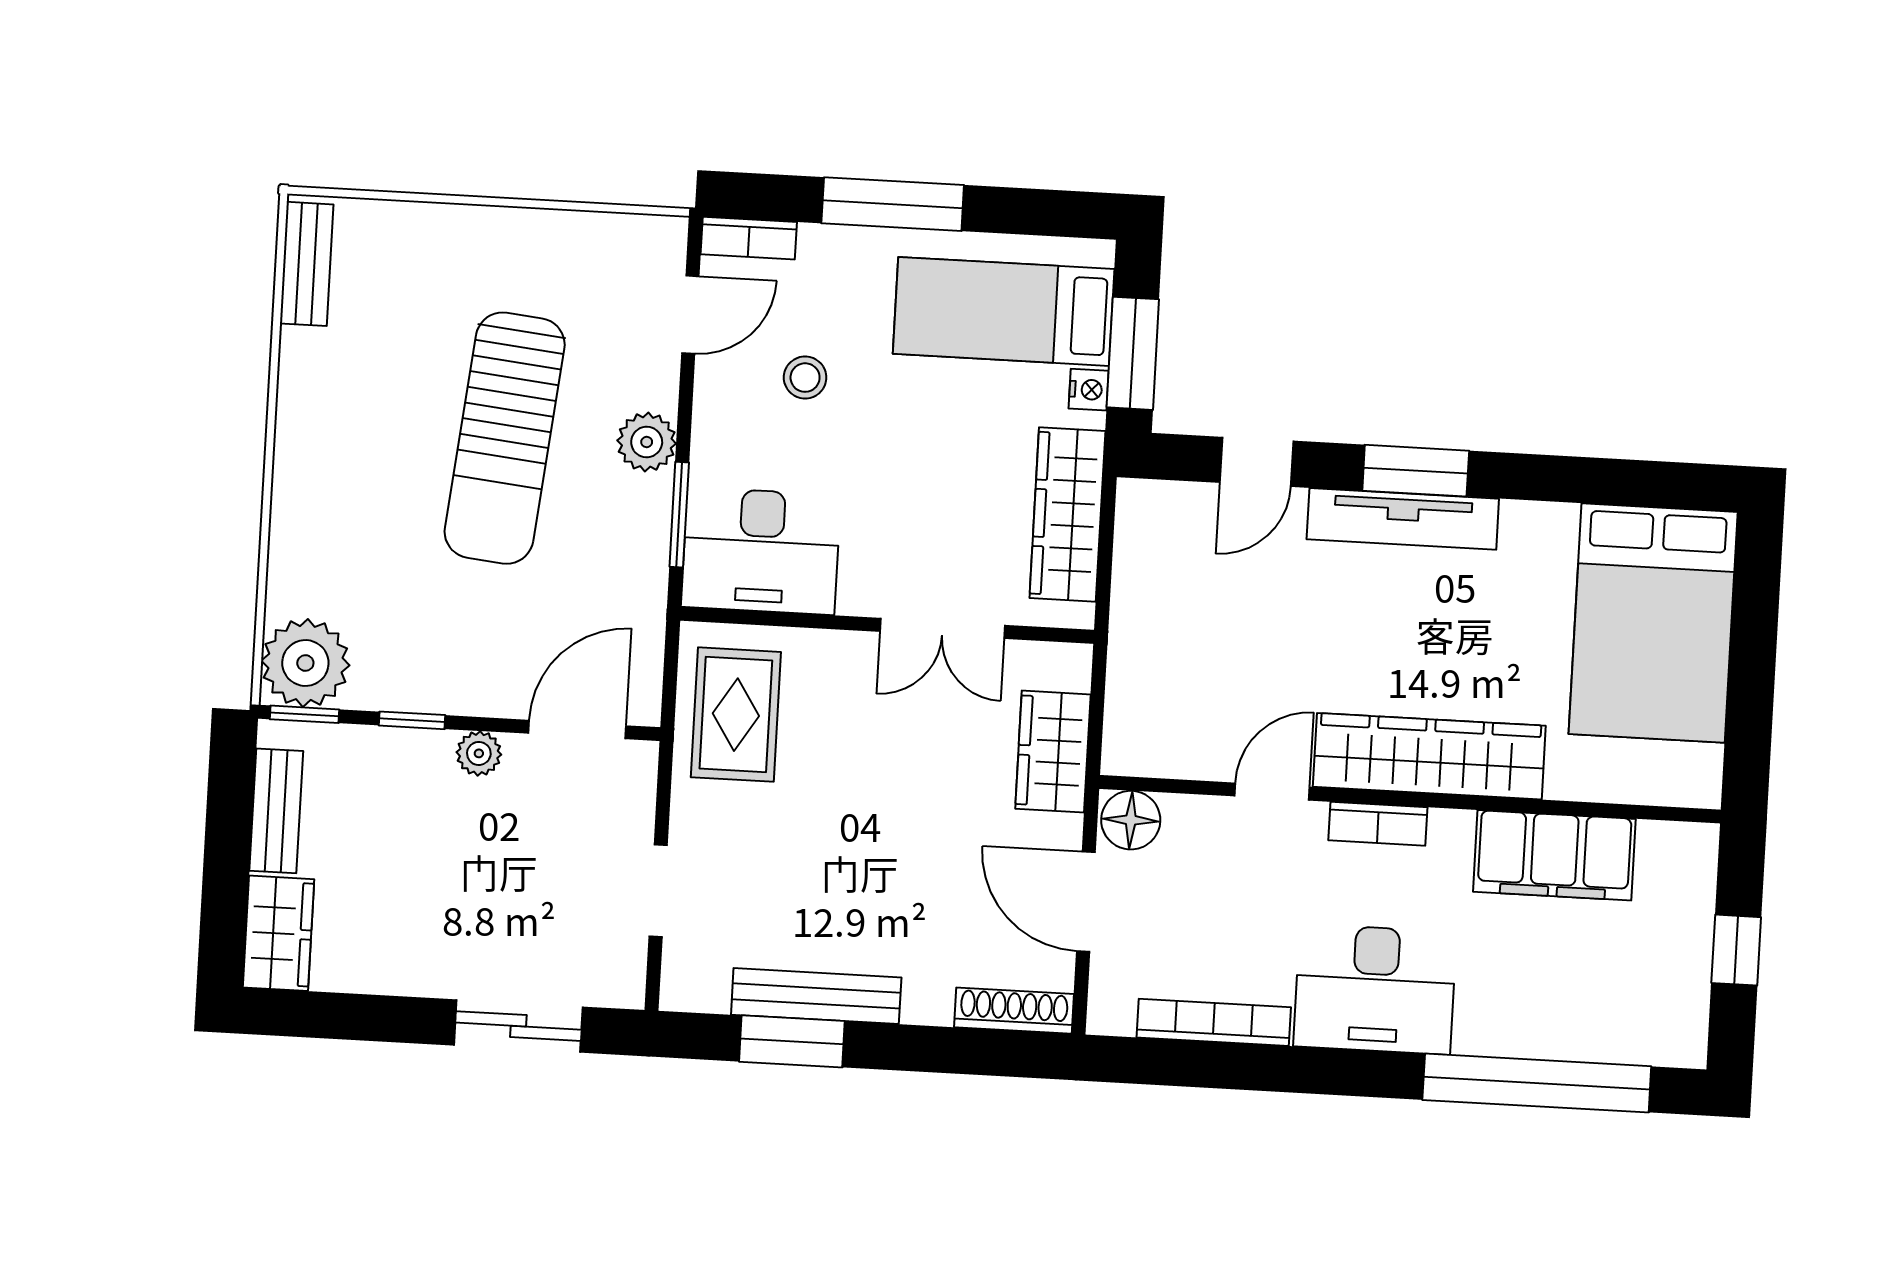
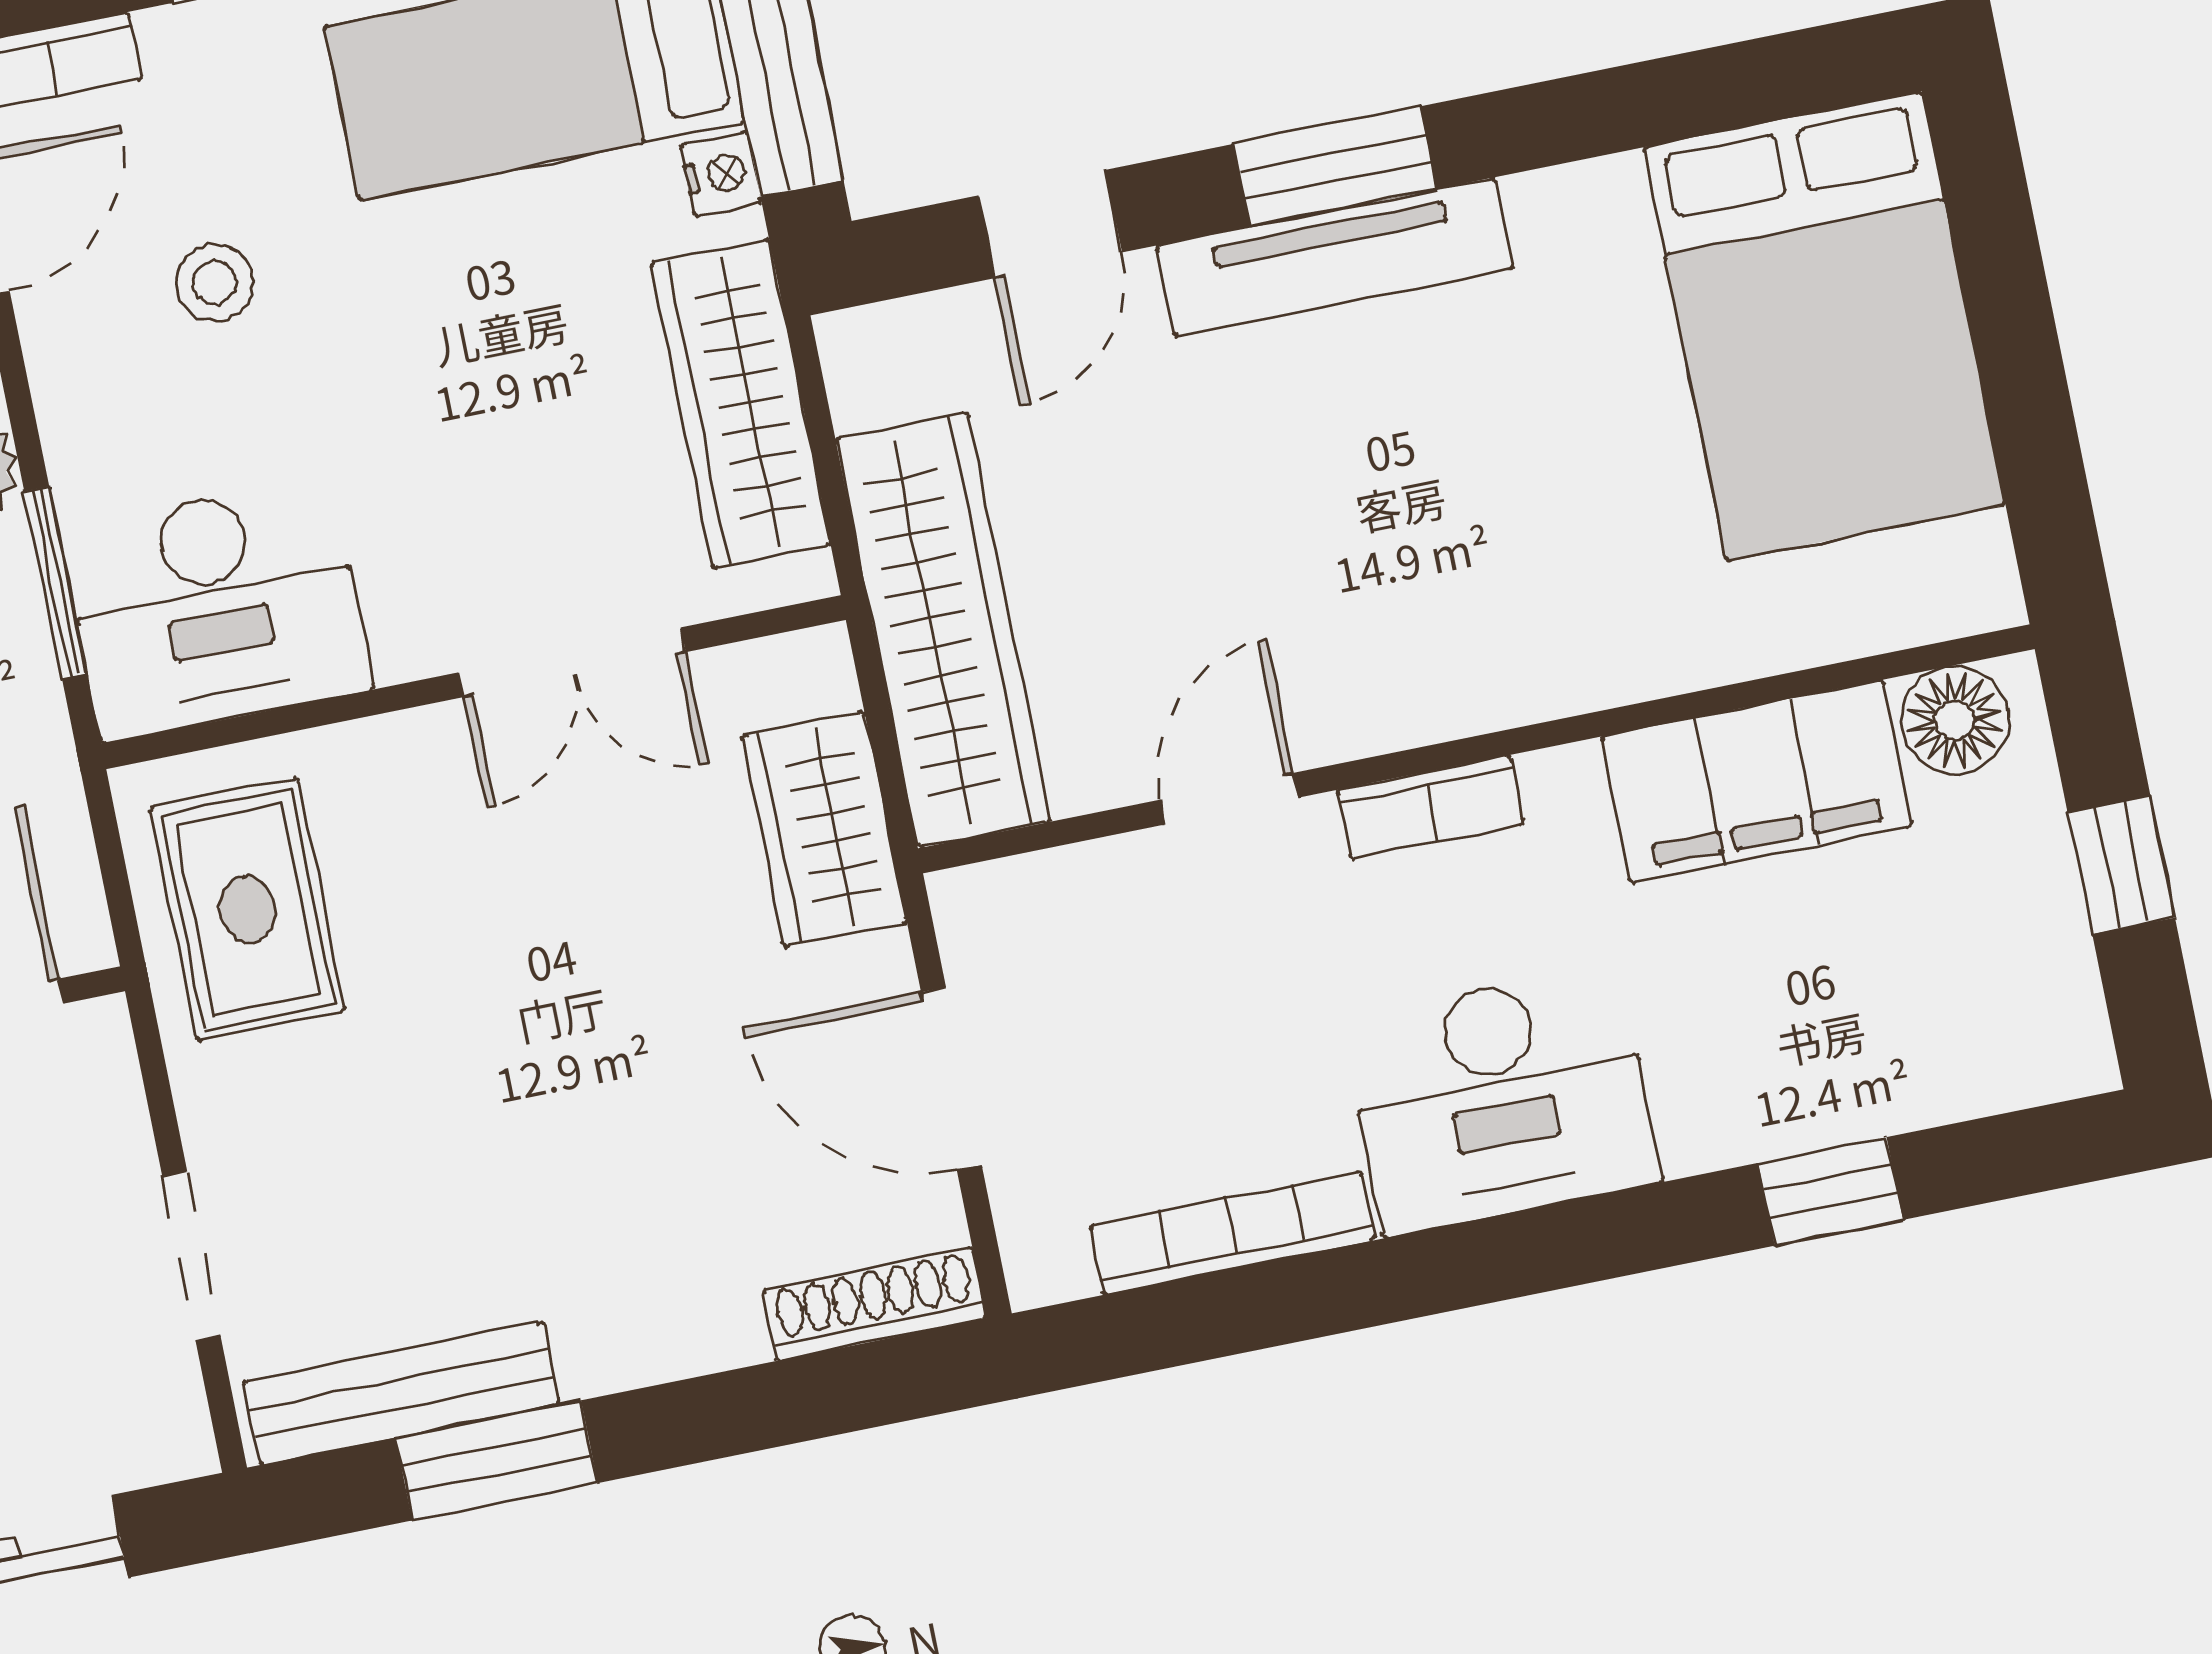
wardrobe: (1429, 756) -> (943, 630), moved, turned 90
floor lamp: (1131, 820) -> (1955, 720), moved
bench: (816, 996) -> (401, 1393), moved
window: (1537, 1083) -> (1831, 1191), width x0.32

